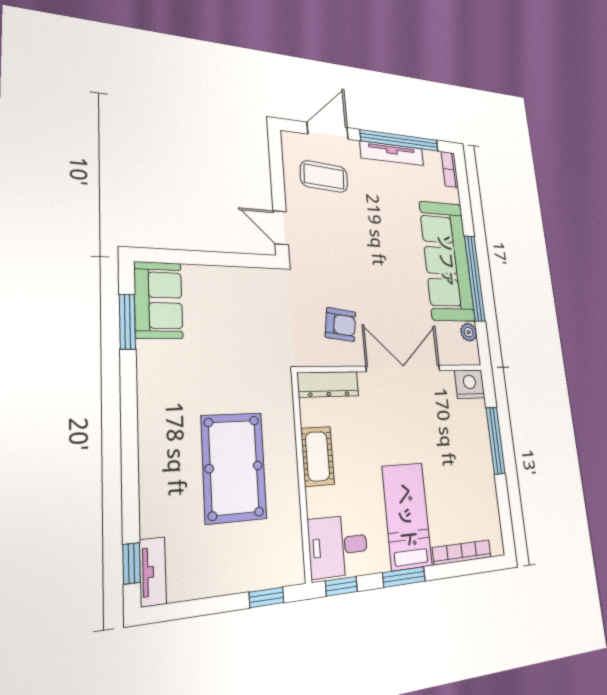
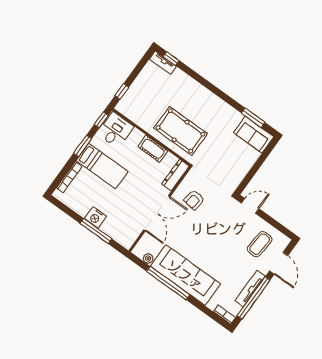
nightstand: (470, 384) -> (95, 217), moved, turned 90
pool table: (234, 467) -> (181, 131), moved

